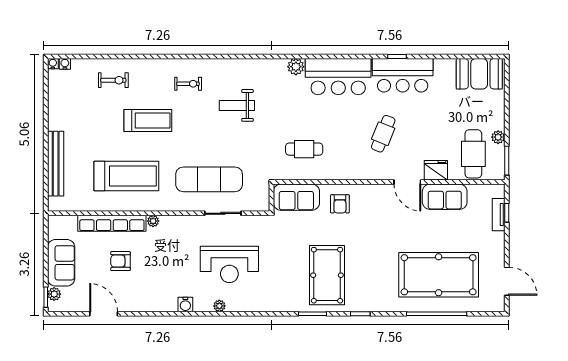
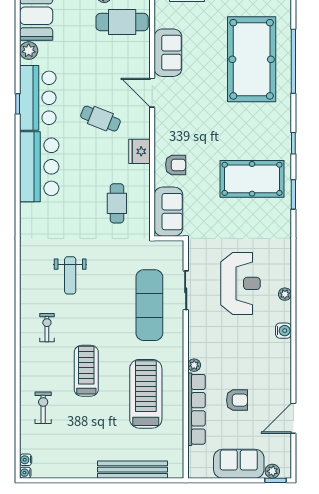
plant: (296, 67) -> (29, 51), moved
fridge: (436, 170) -> (140, 151), moved
door: (407, 182) -> (152, 93), swing flipped
armchair: (121, 261) -> (237, 400), turned -90

